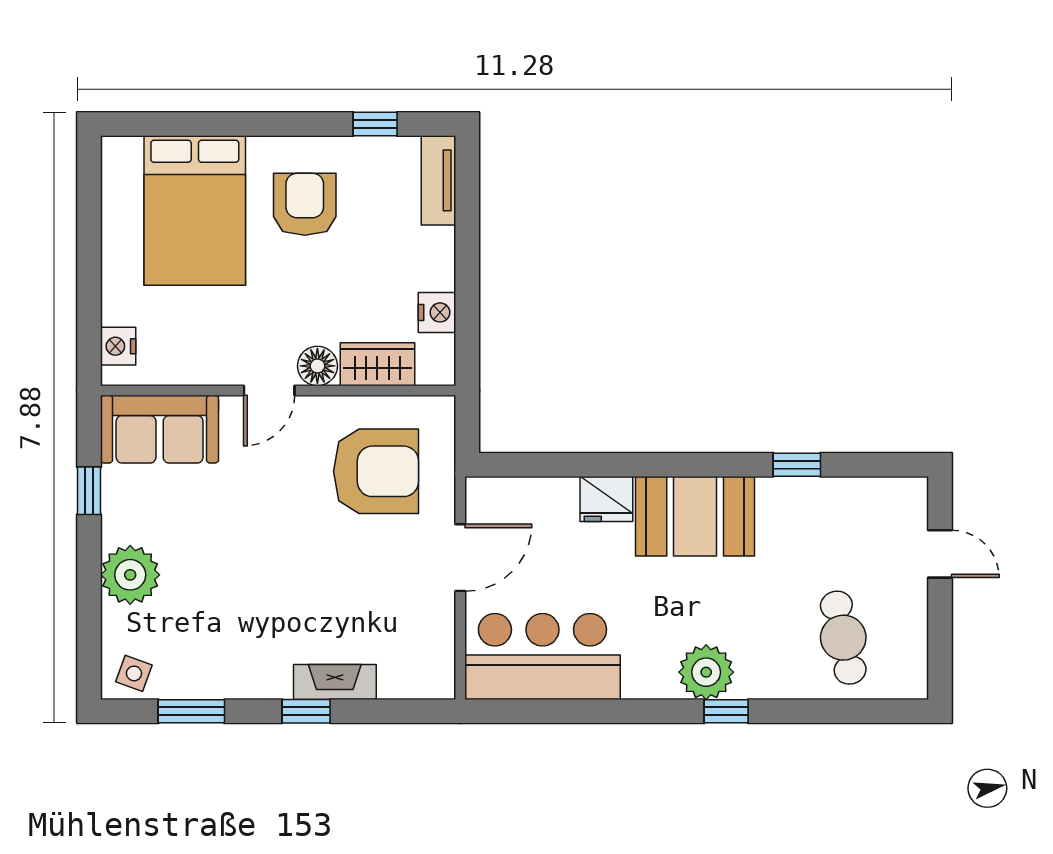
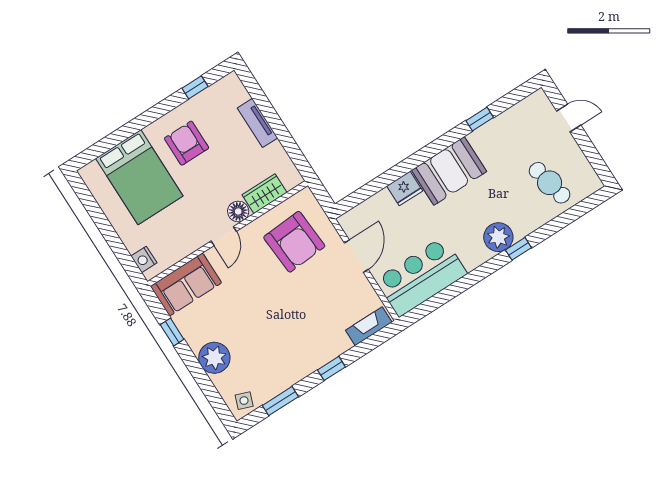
tv unit: (438, 180) -> (257, 123), moved
nightstand: (437, 312) -> (276, 154), removed
armchair: (376, 471) -> (294, 242), turned 86
fireplace: (335, 682) -> (369, 326), moved

